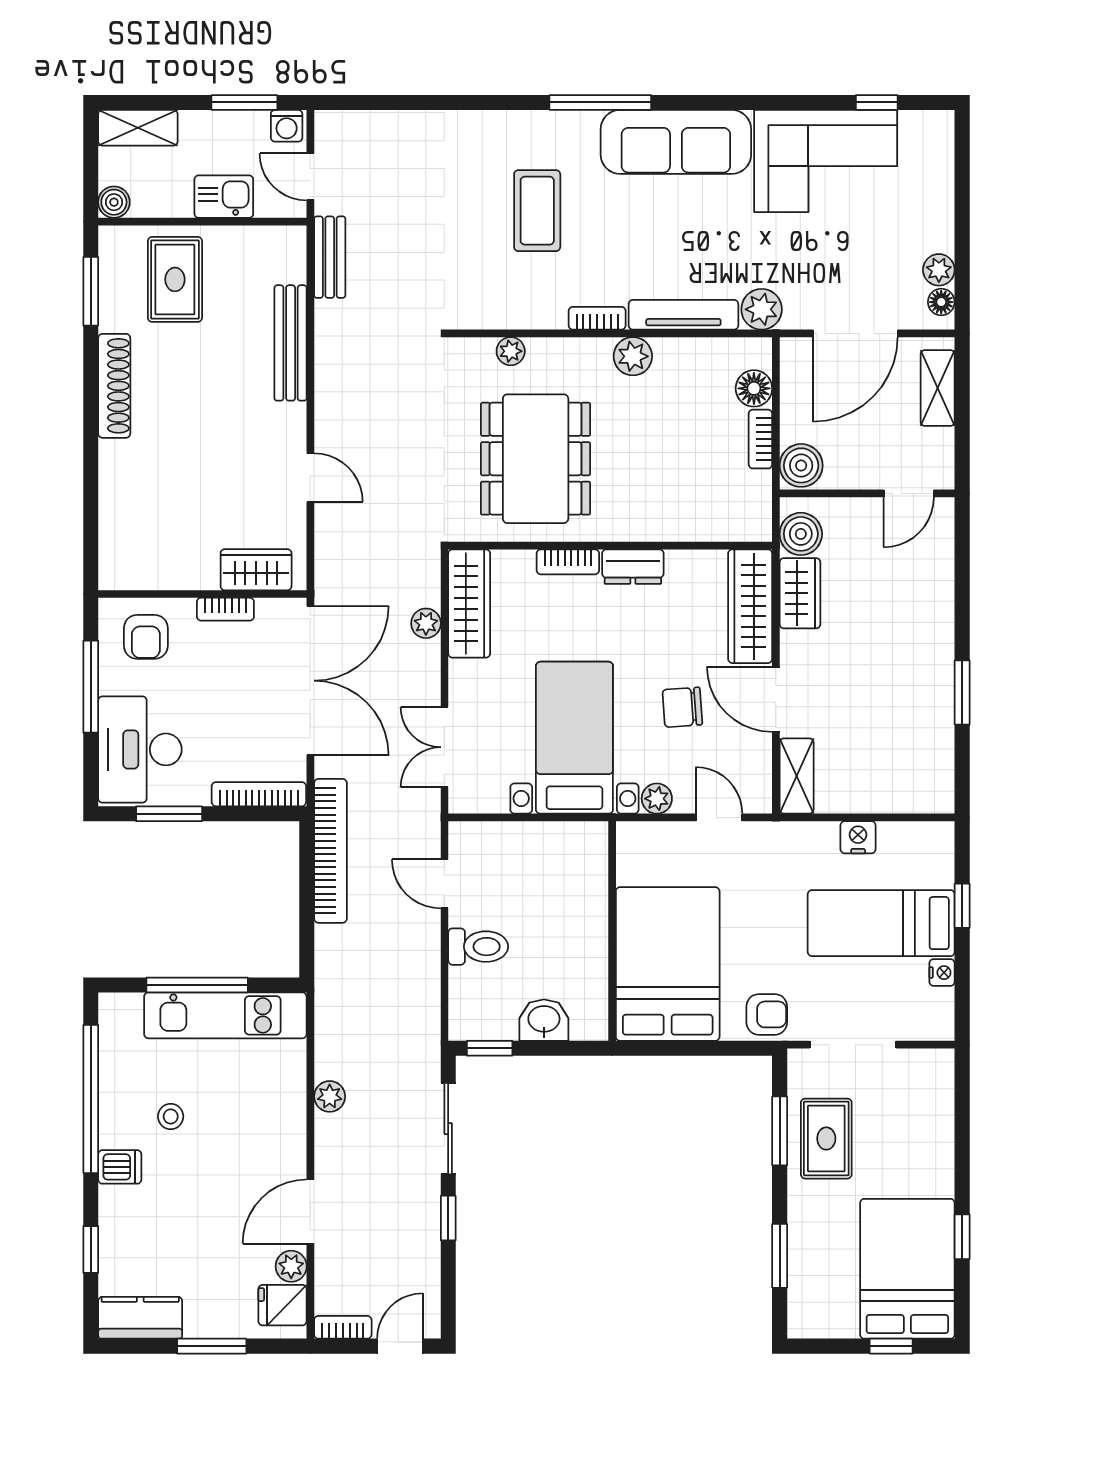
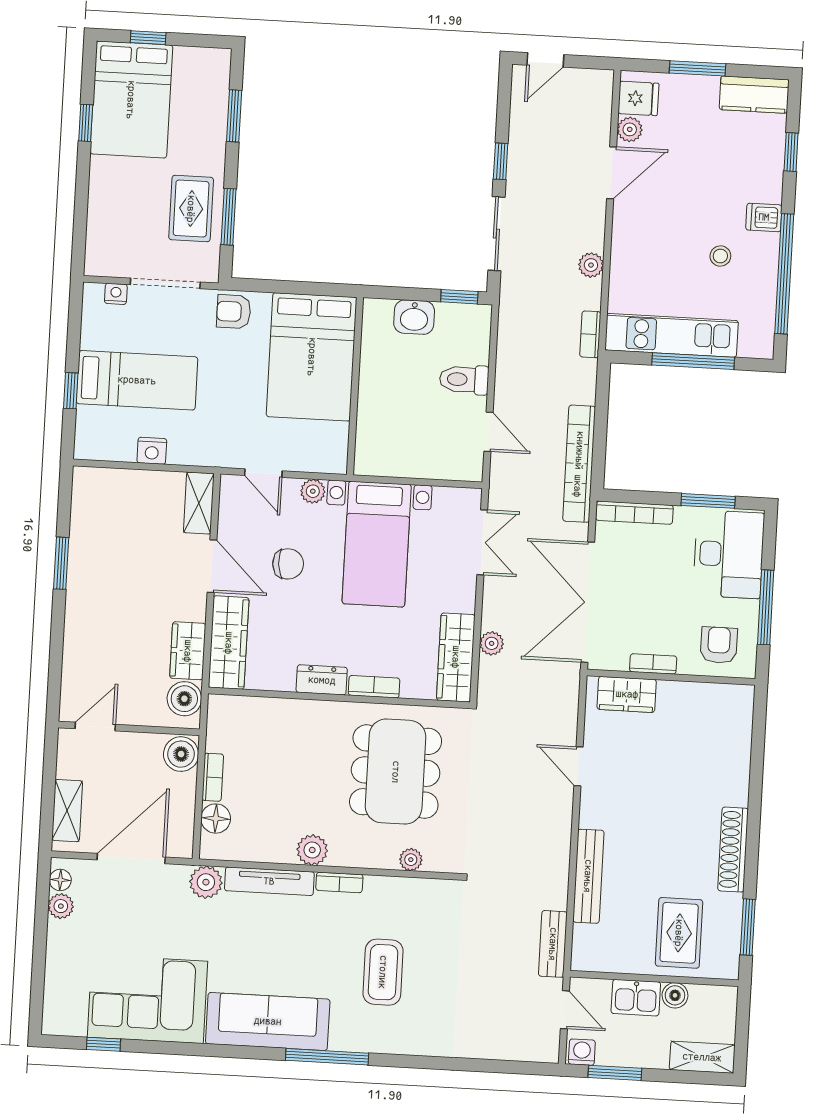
boiler: (114, 202) -> (675, 995), moved
nightstand: (942, 973) -> (116, 294), moved, turned 90
bookcase: (343, 1327) -> (590, 334), moved, turned 90

